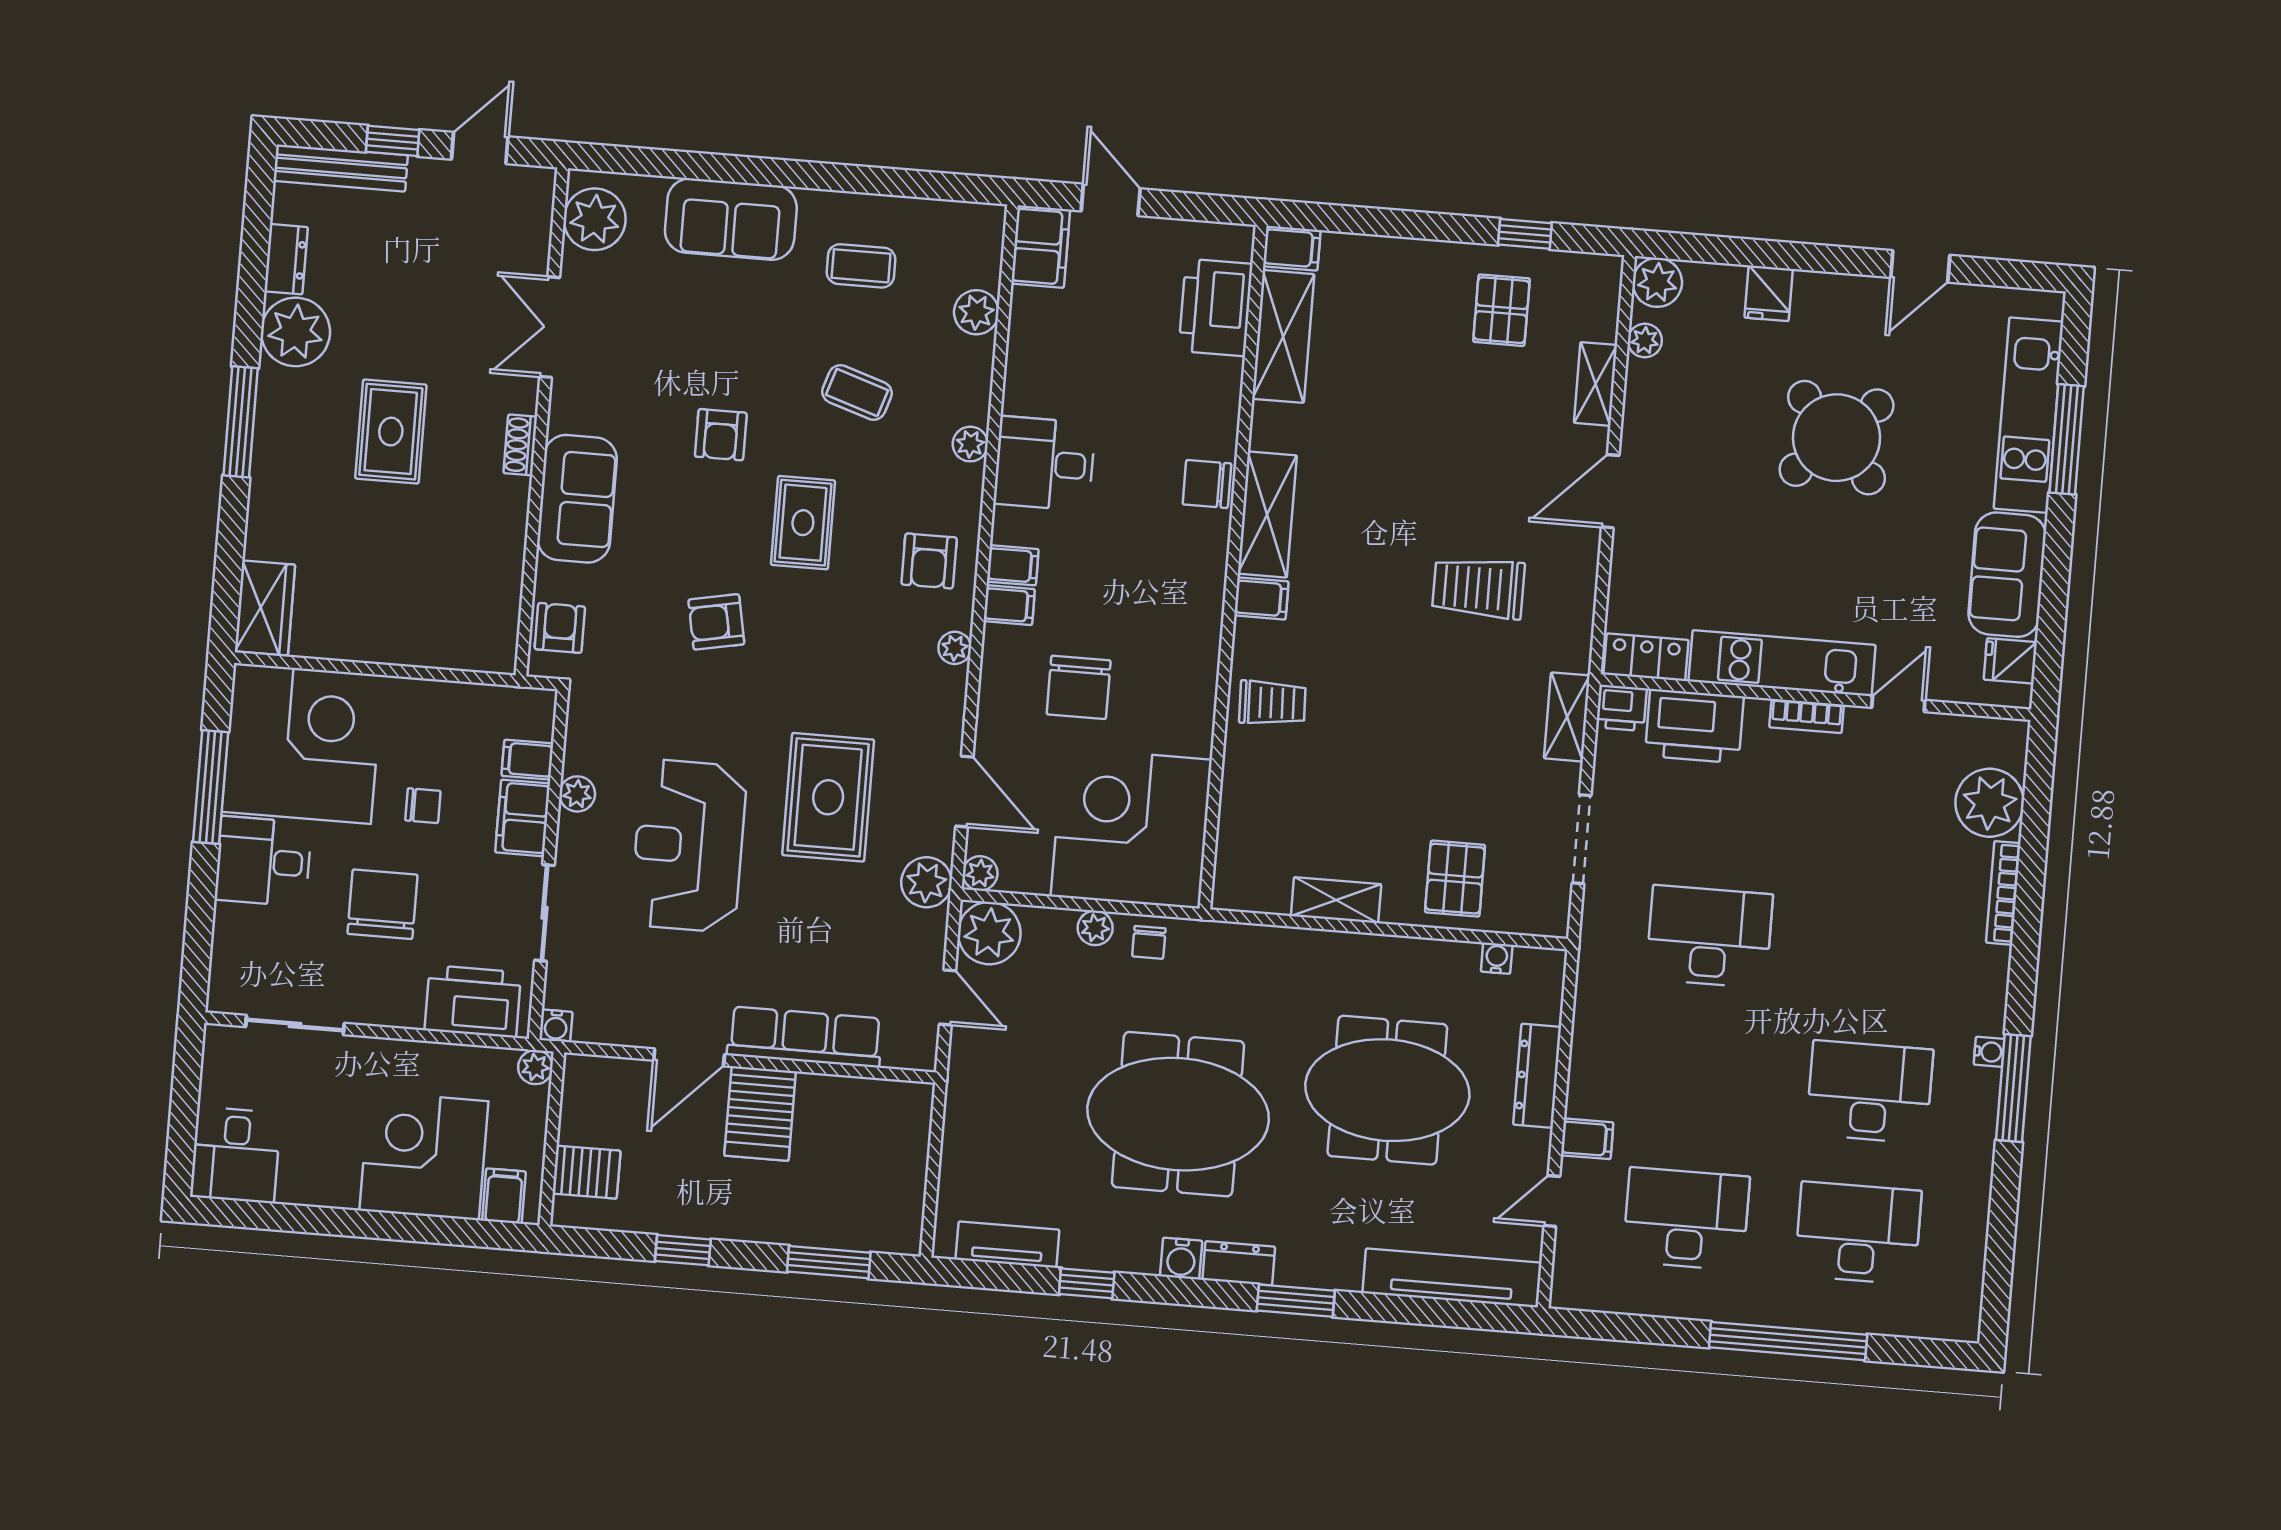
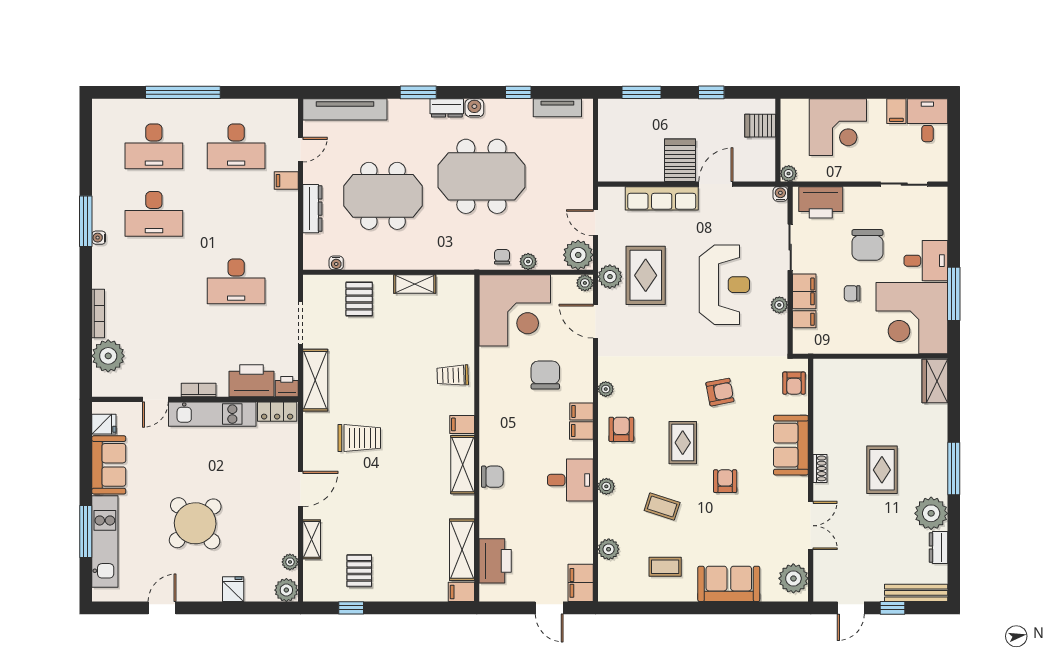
shelving: (1567, 717) -> (315, 380), width x1.50, depth x1.33
rug: (828, 797) -> (646, 275), moved
filing cabinet: (504, 1196) -> (896, 111), moved

